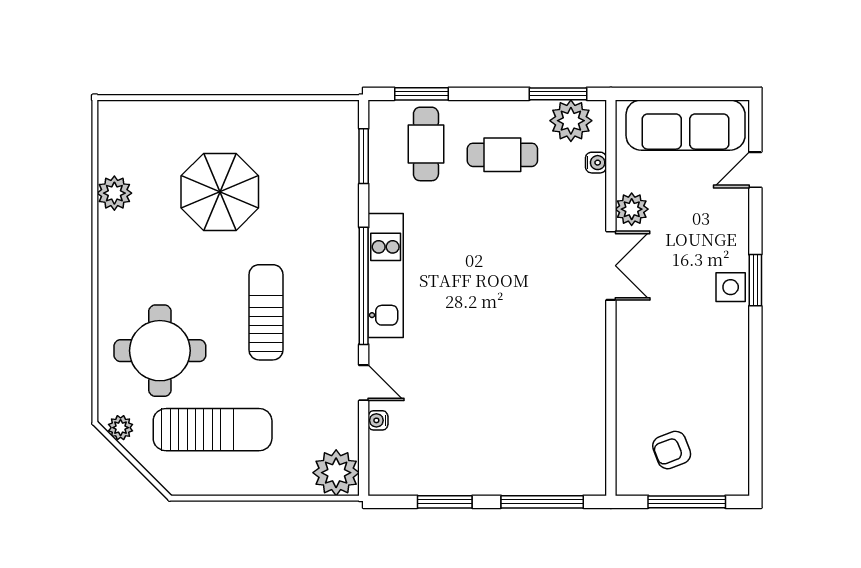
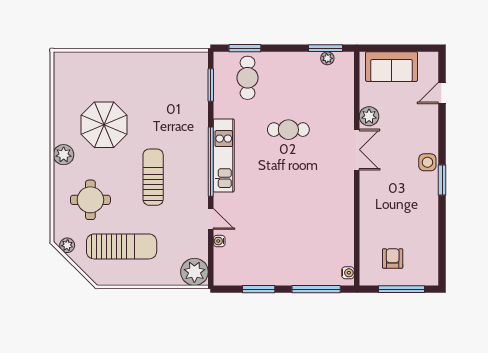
plant: (571, 121) -> (327, 58), width x0.53, depth x0.53
sofa: (686, 125) -> (391, 67), width x0.73
cafe table: (502, 155) -> (288, 130), moved
water cooler: (596, 163) -> (348, 273), moved
parasol: (220, 192) -> (104, 125), moved
plant: (114, 193) -> (64, 155), moved
window: (755, 280) -> (442, 180), moved
round table: (160, 351) -> (90, 200), width x0.73, depth x0.73
armchair: (672, 450) -> (393, 258), turned 111

